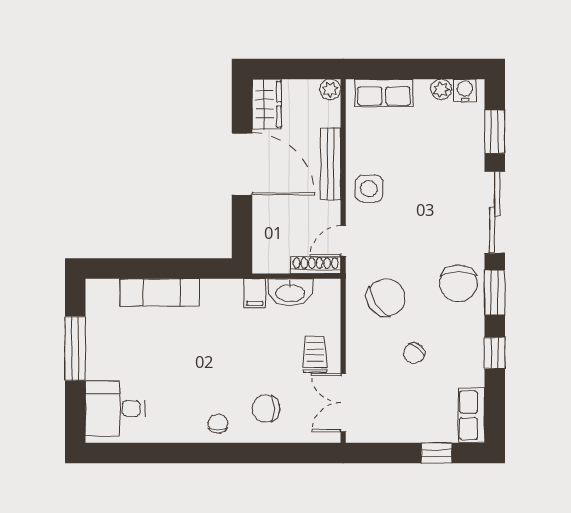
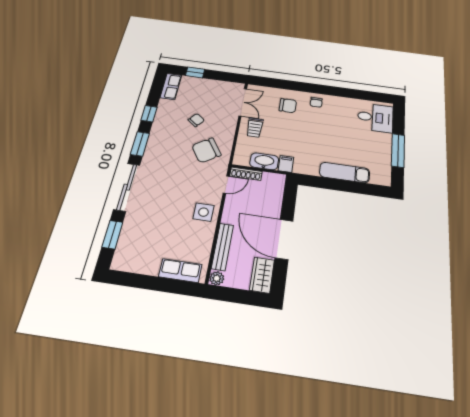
plant: (441, 89) -> (141, 267), removed
water cooler: (465, 90) -> (125, 264), removed
bench: (330, 164) -> (223, 247), moved
chair: (458, 283) -> (160, 152), removed

